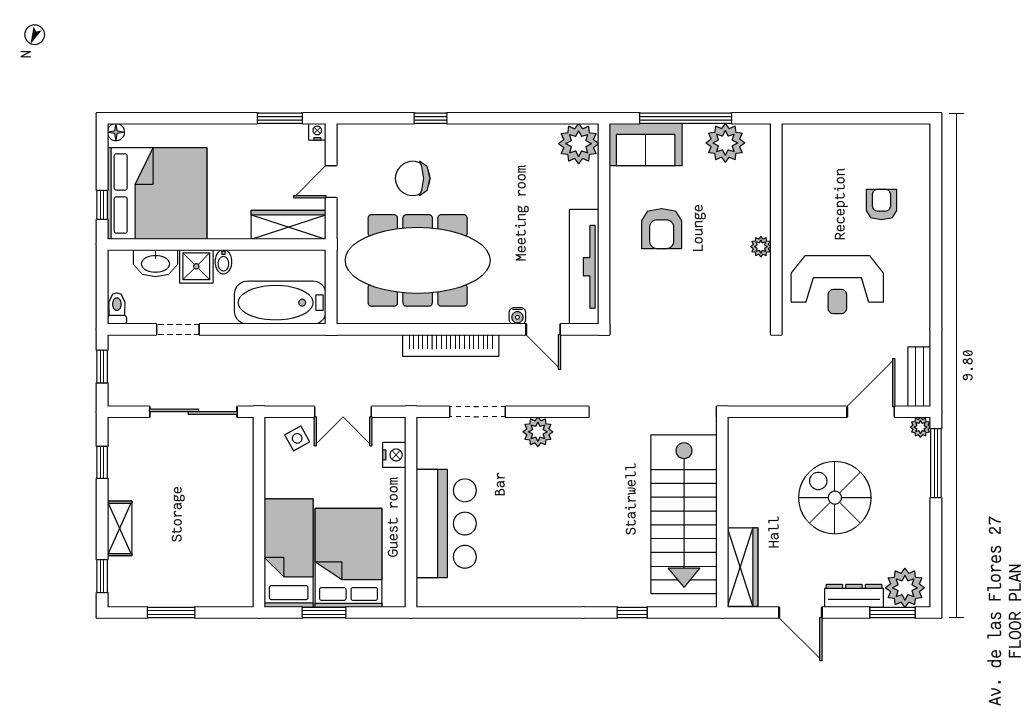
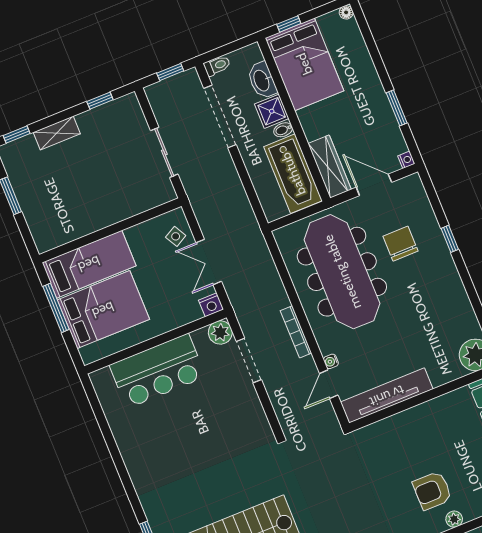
window: (280, 118) -> (397, 108), moved
door: (331, 182) -> (374, 185), width x1.37
bed: (157, 193) -> (304, 64), width x0.73
armchair: (662, 229) -> (432, 491), moved
bathtub: (280, 303) -> (293, 174), moved, turned 180
doorway: (178, 329) -> (220, 116), width x1.88
bookcase: (451, 345) -> (296, 332), width x0.68, depth x0.76
sliding door: (193, 412) -> (164, 152), width x0.73
plant: (538, 432) -> (220, 332), moved
nightstand: (394, 455) -> (211, 305), moved
window: (324, 612) -> (56, 308), width x1.44

